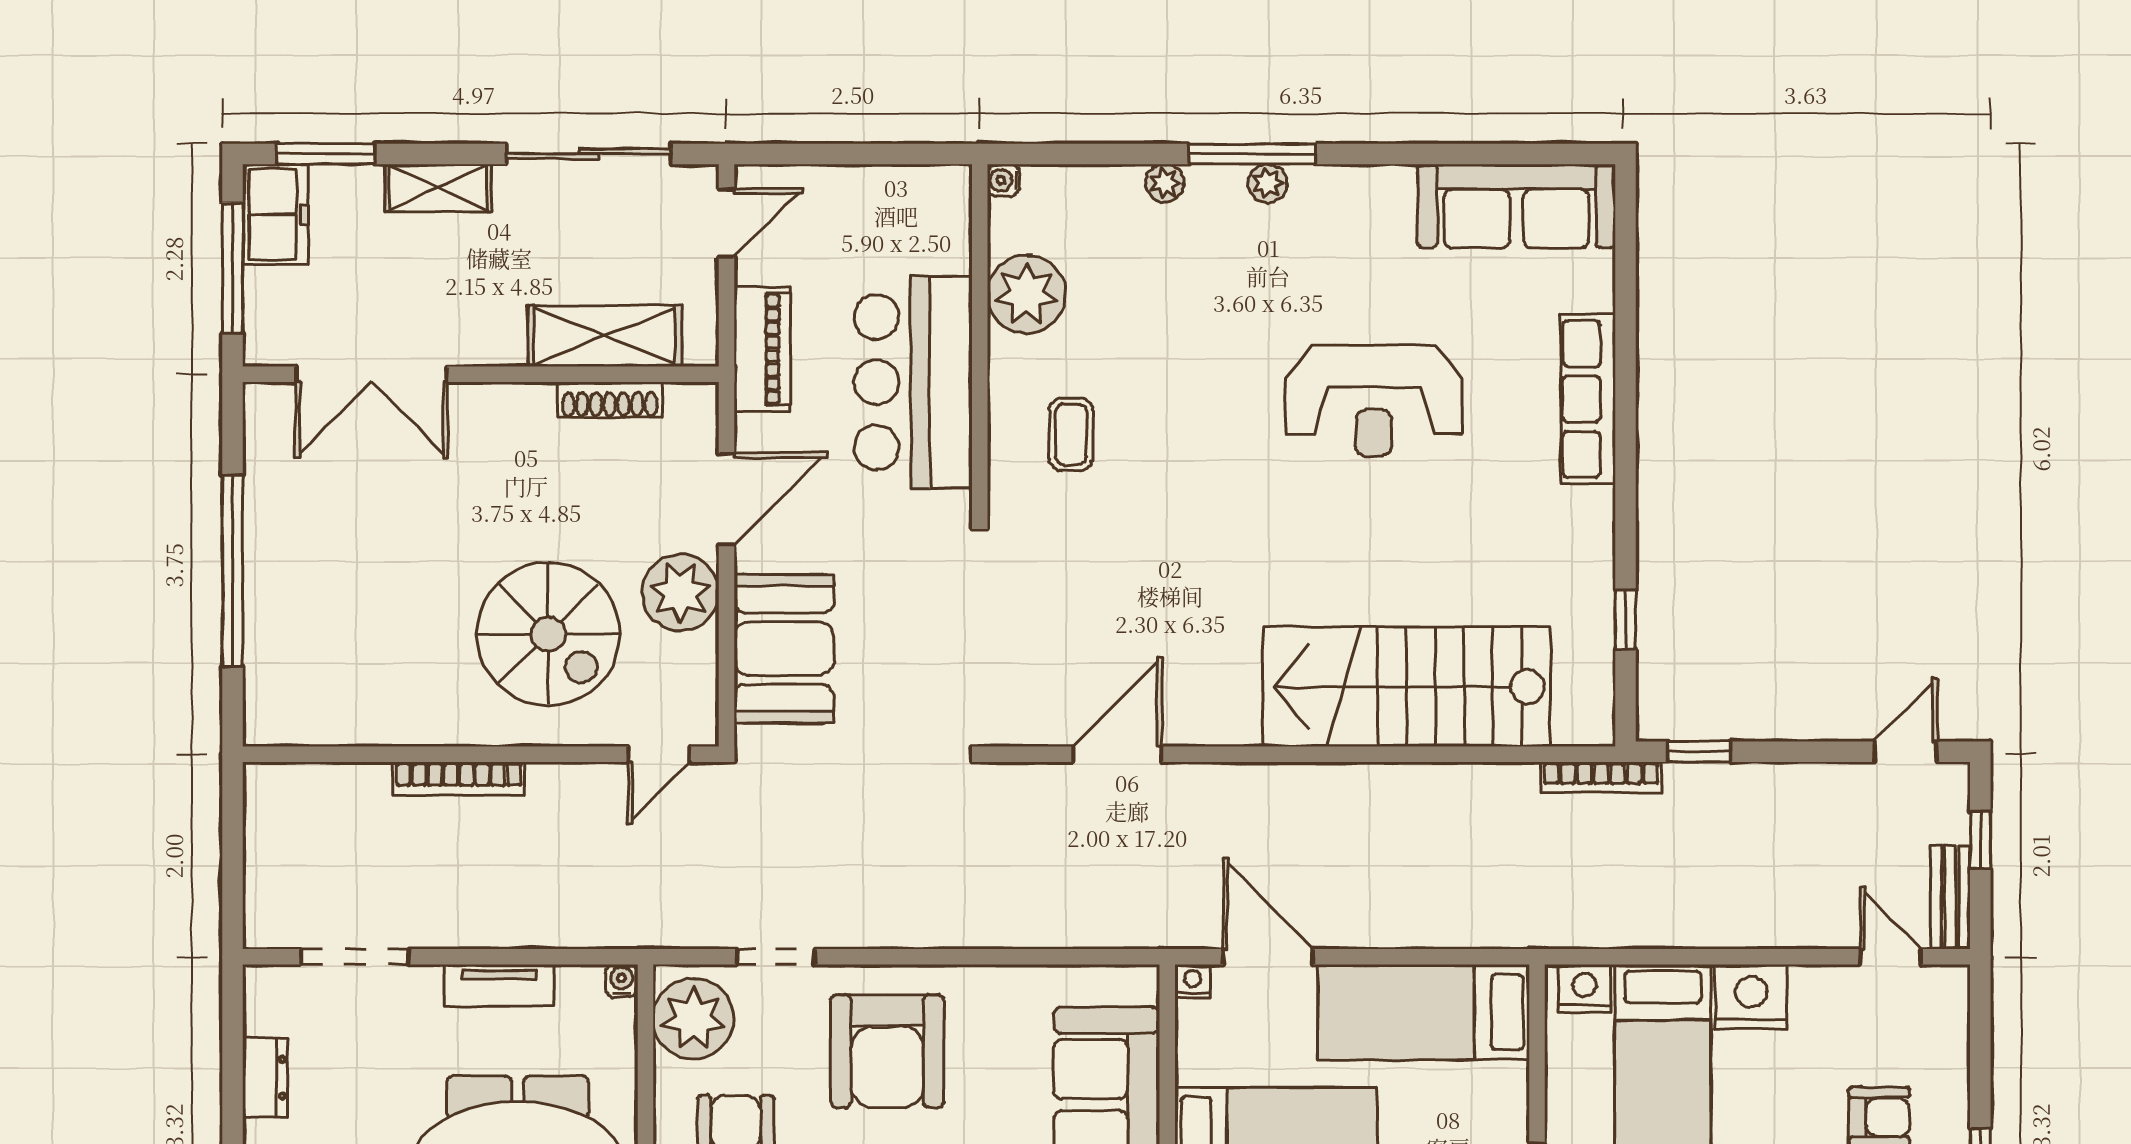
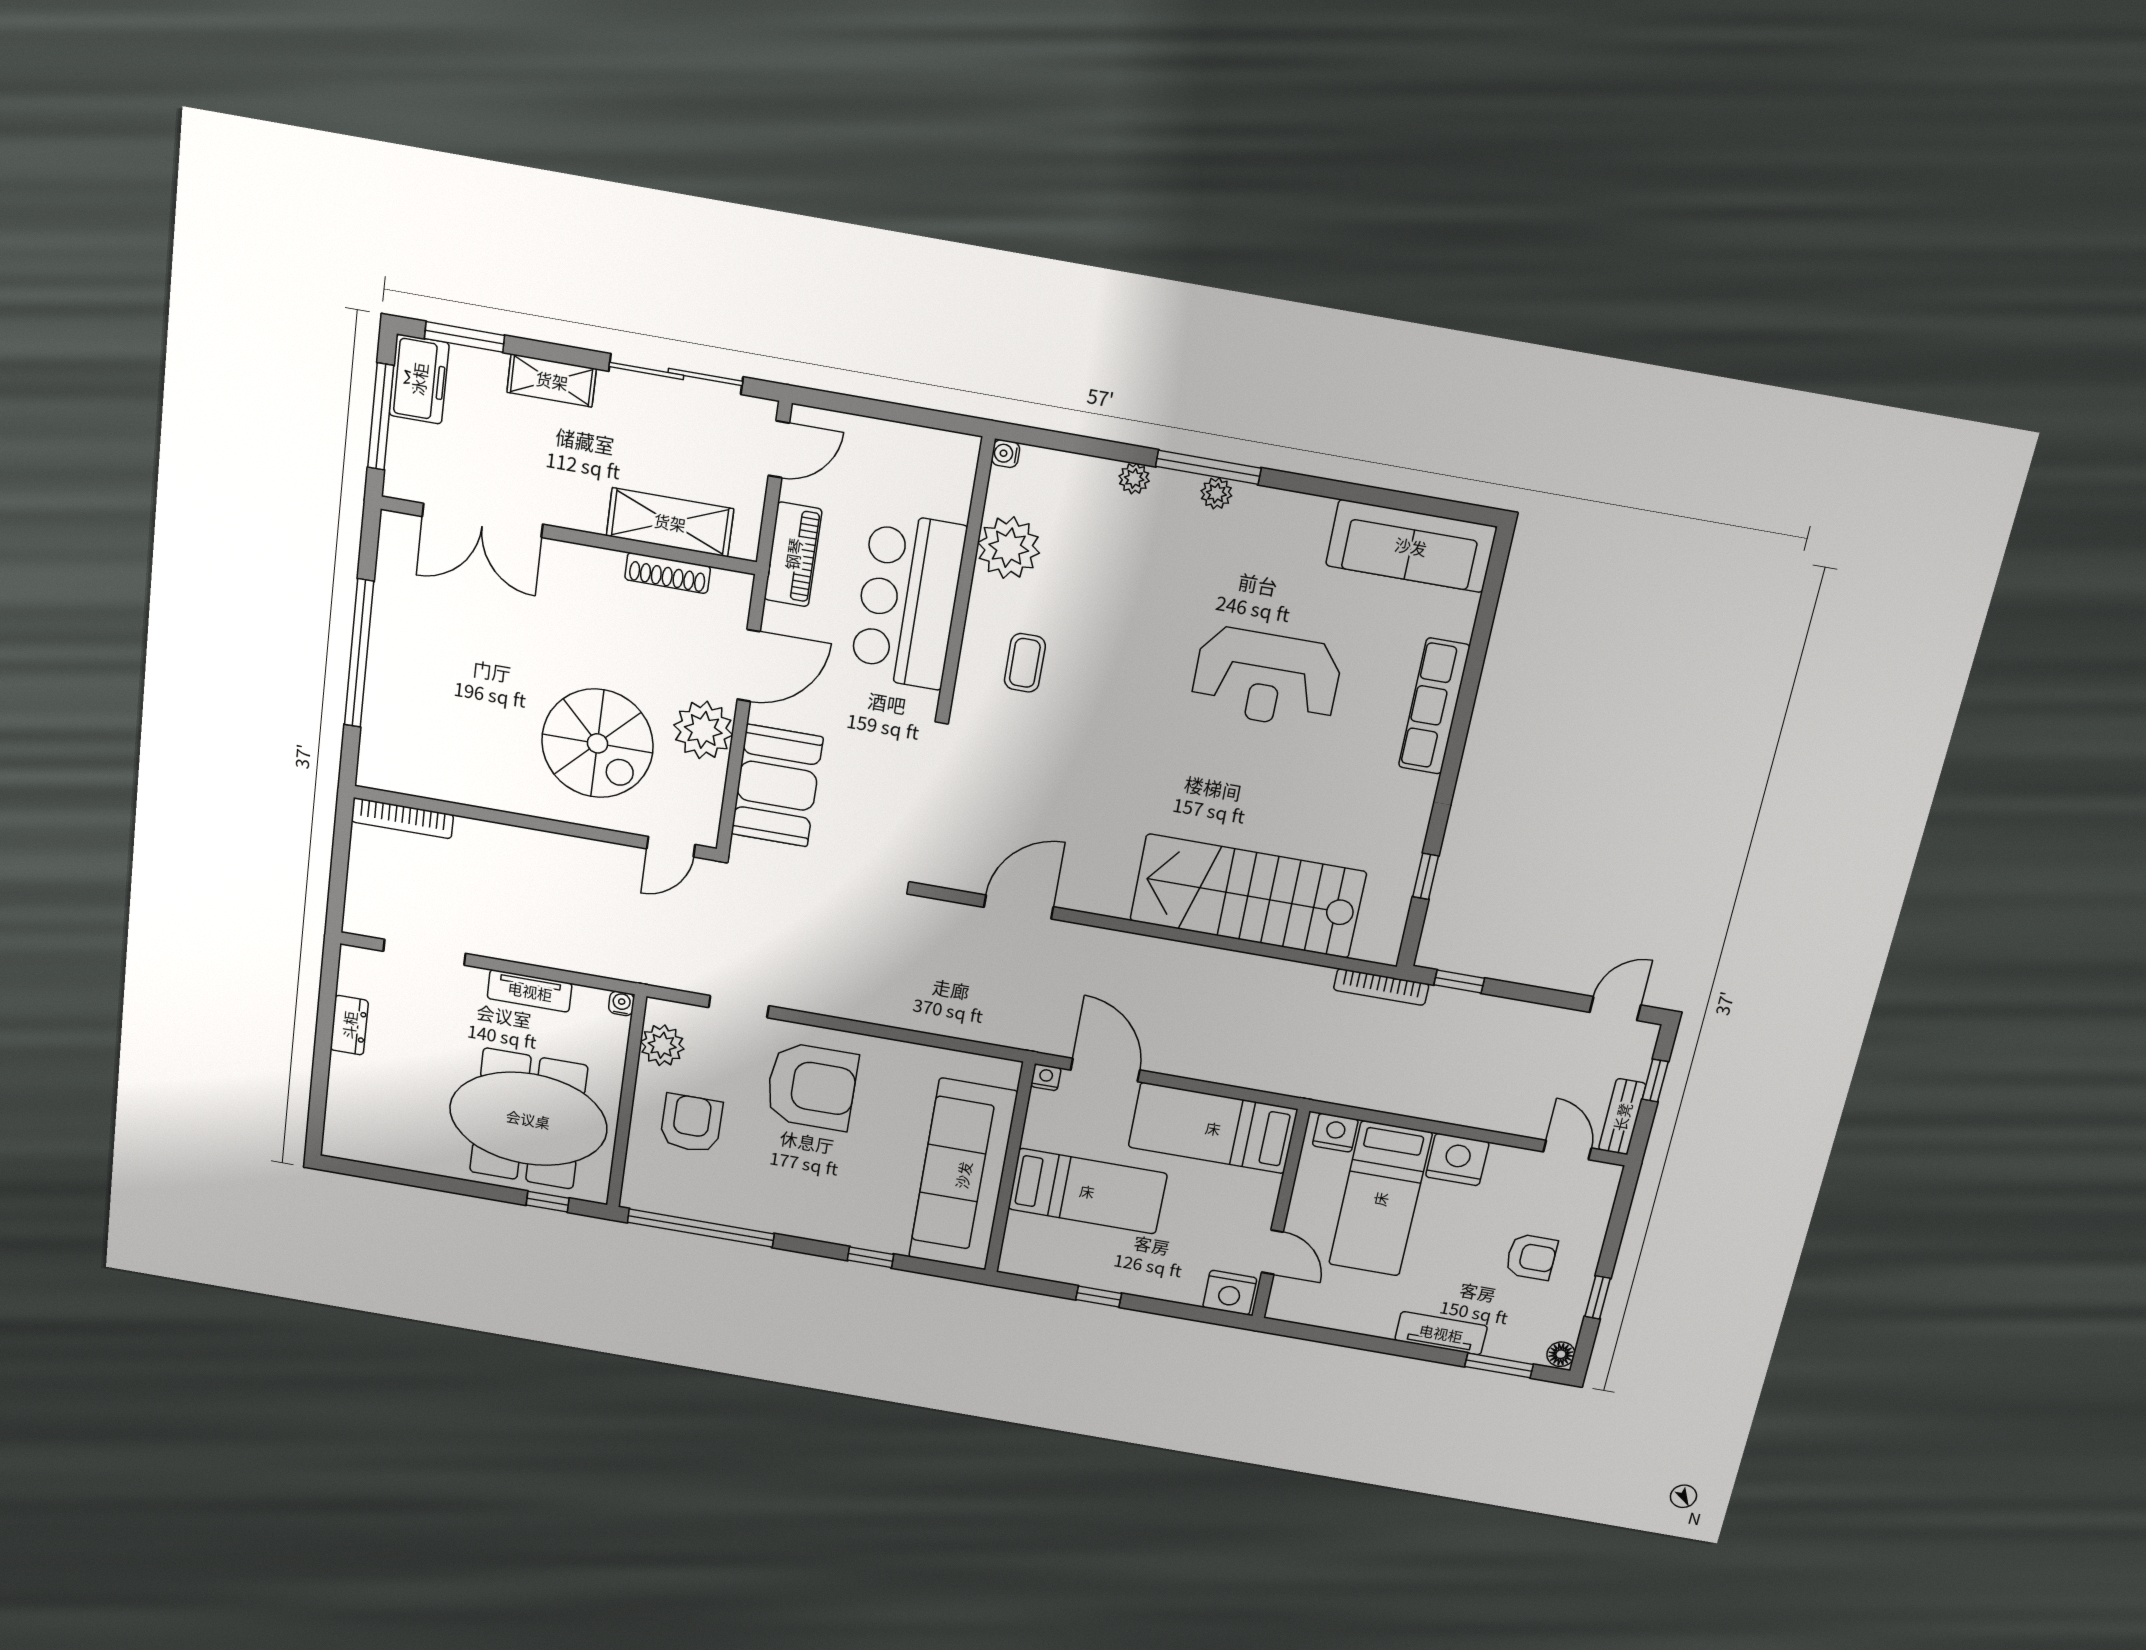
bookcase: (459, 779) -> (402, 818), moved
plant: (693, 1019) -> (662, 1045), width x0.73, depth x0.73
armchair: (887, 1051) -> (812, 1086), turned -90

